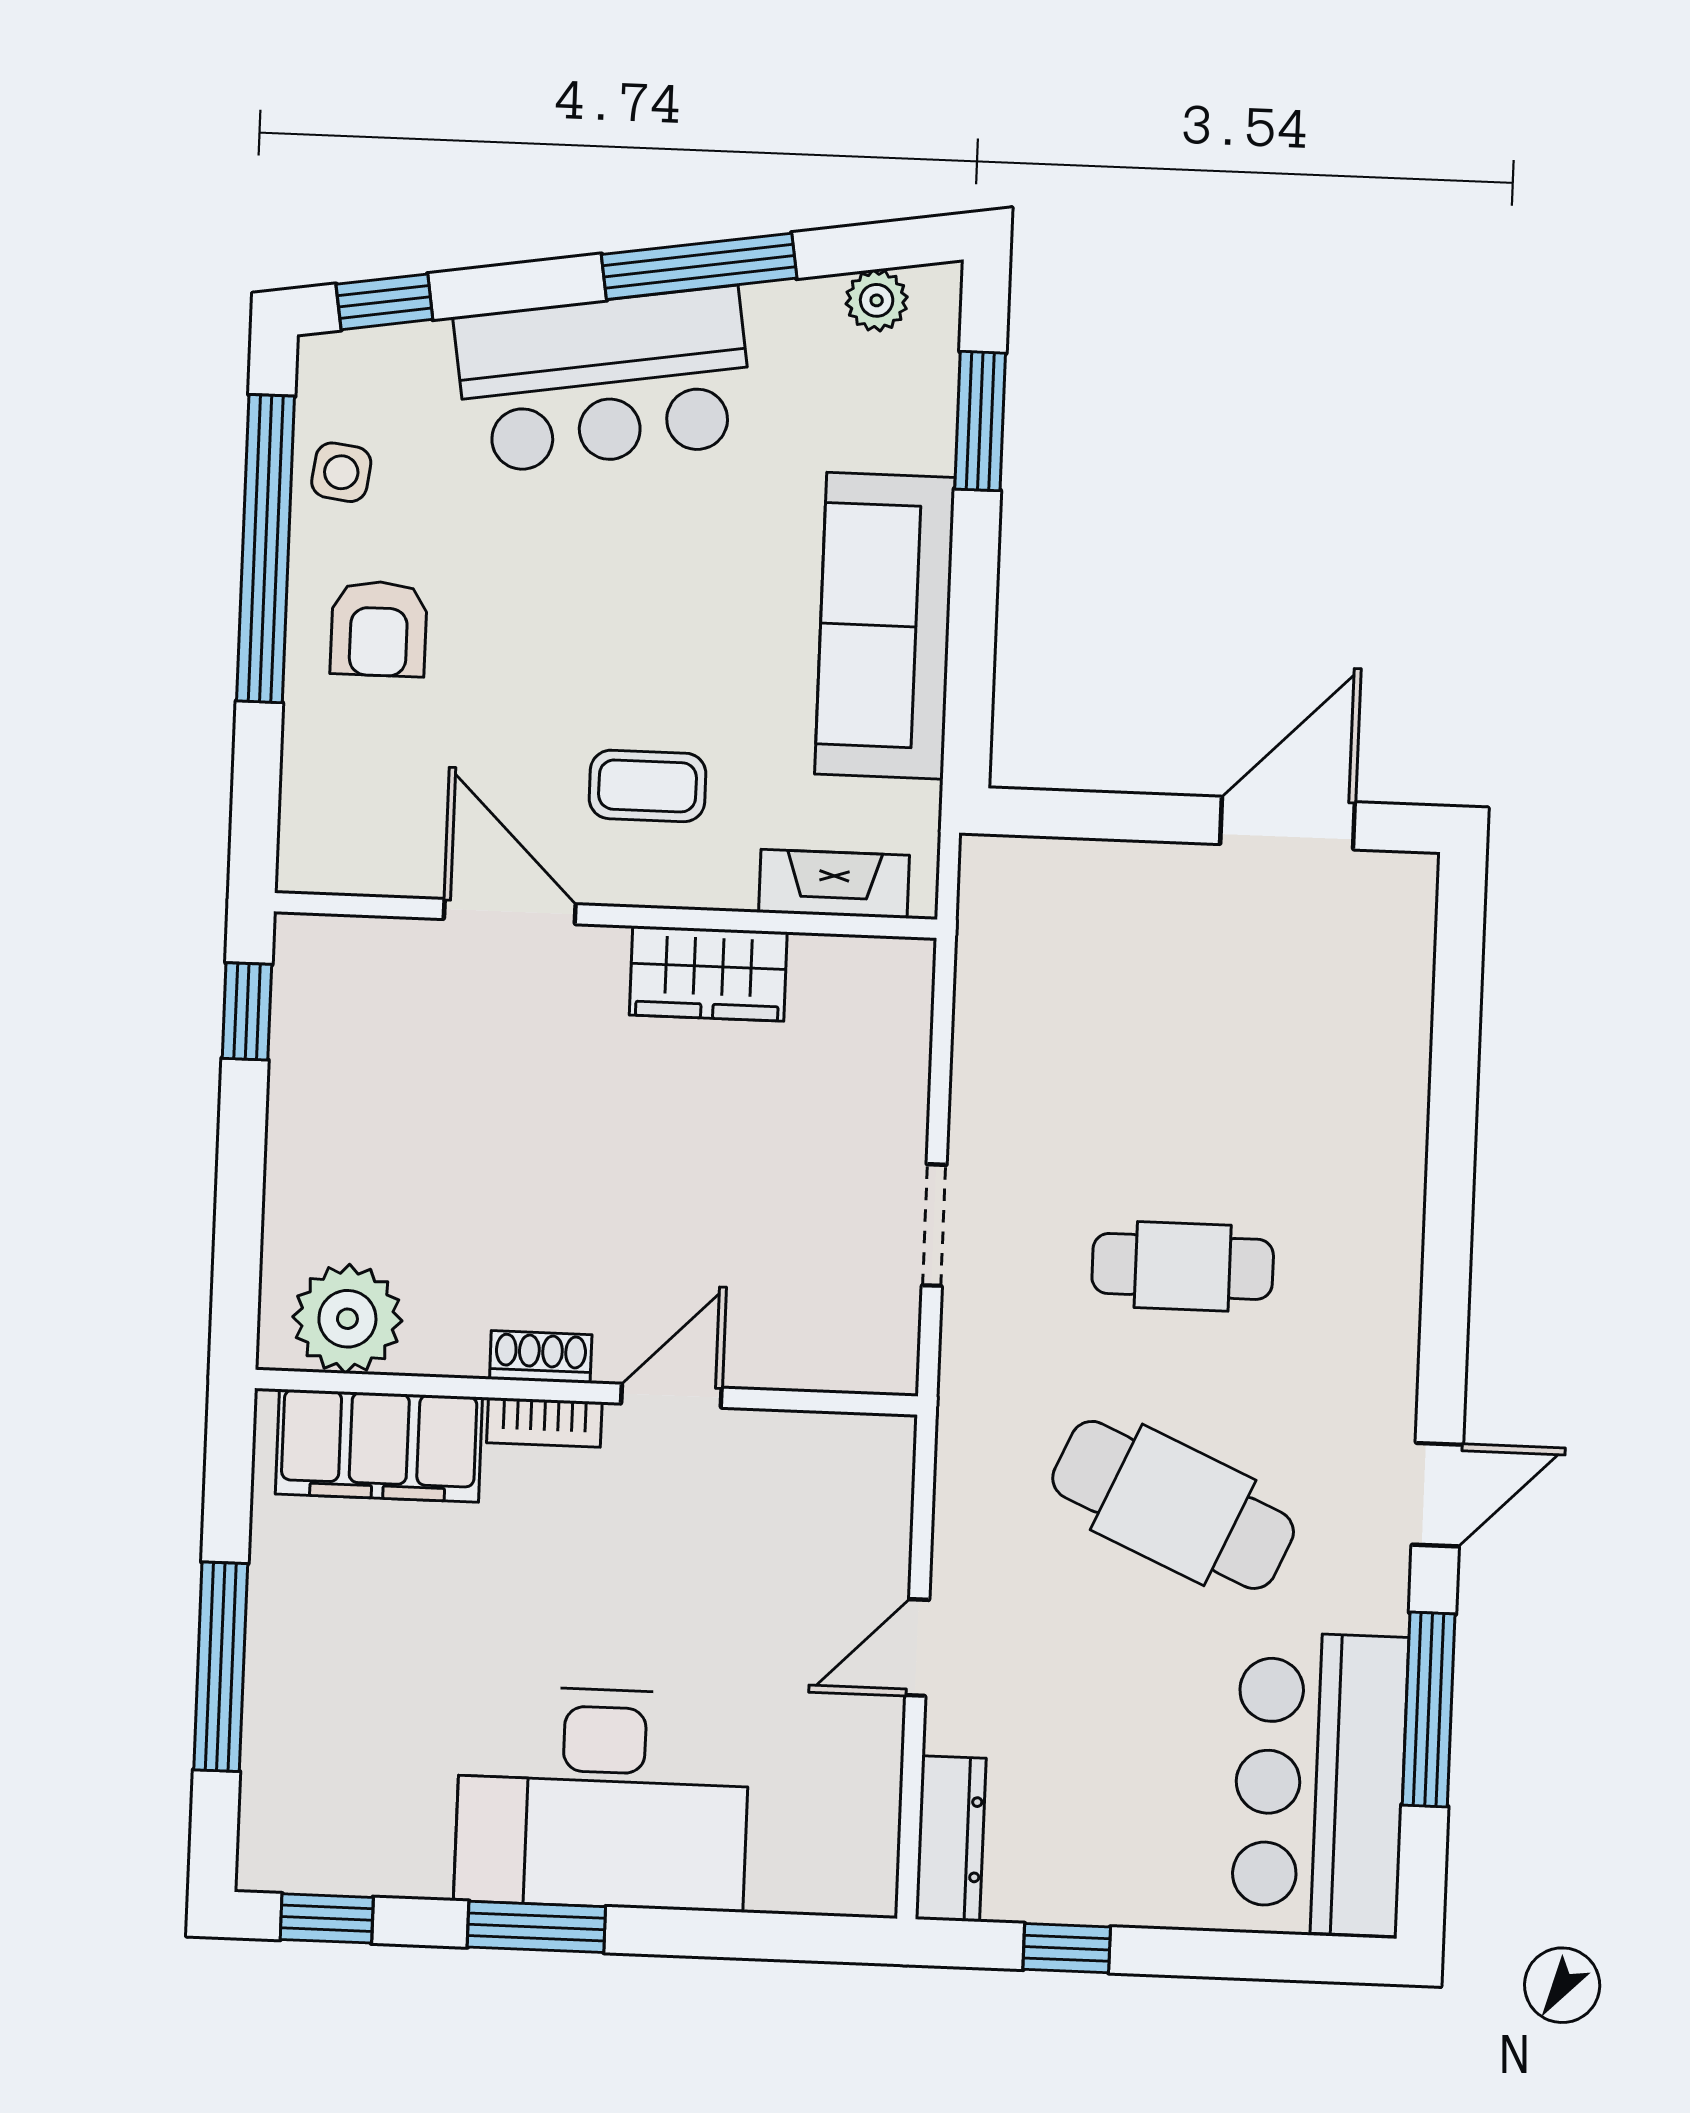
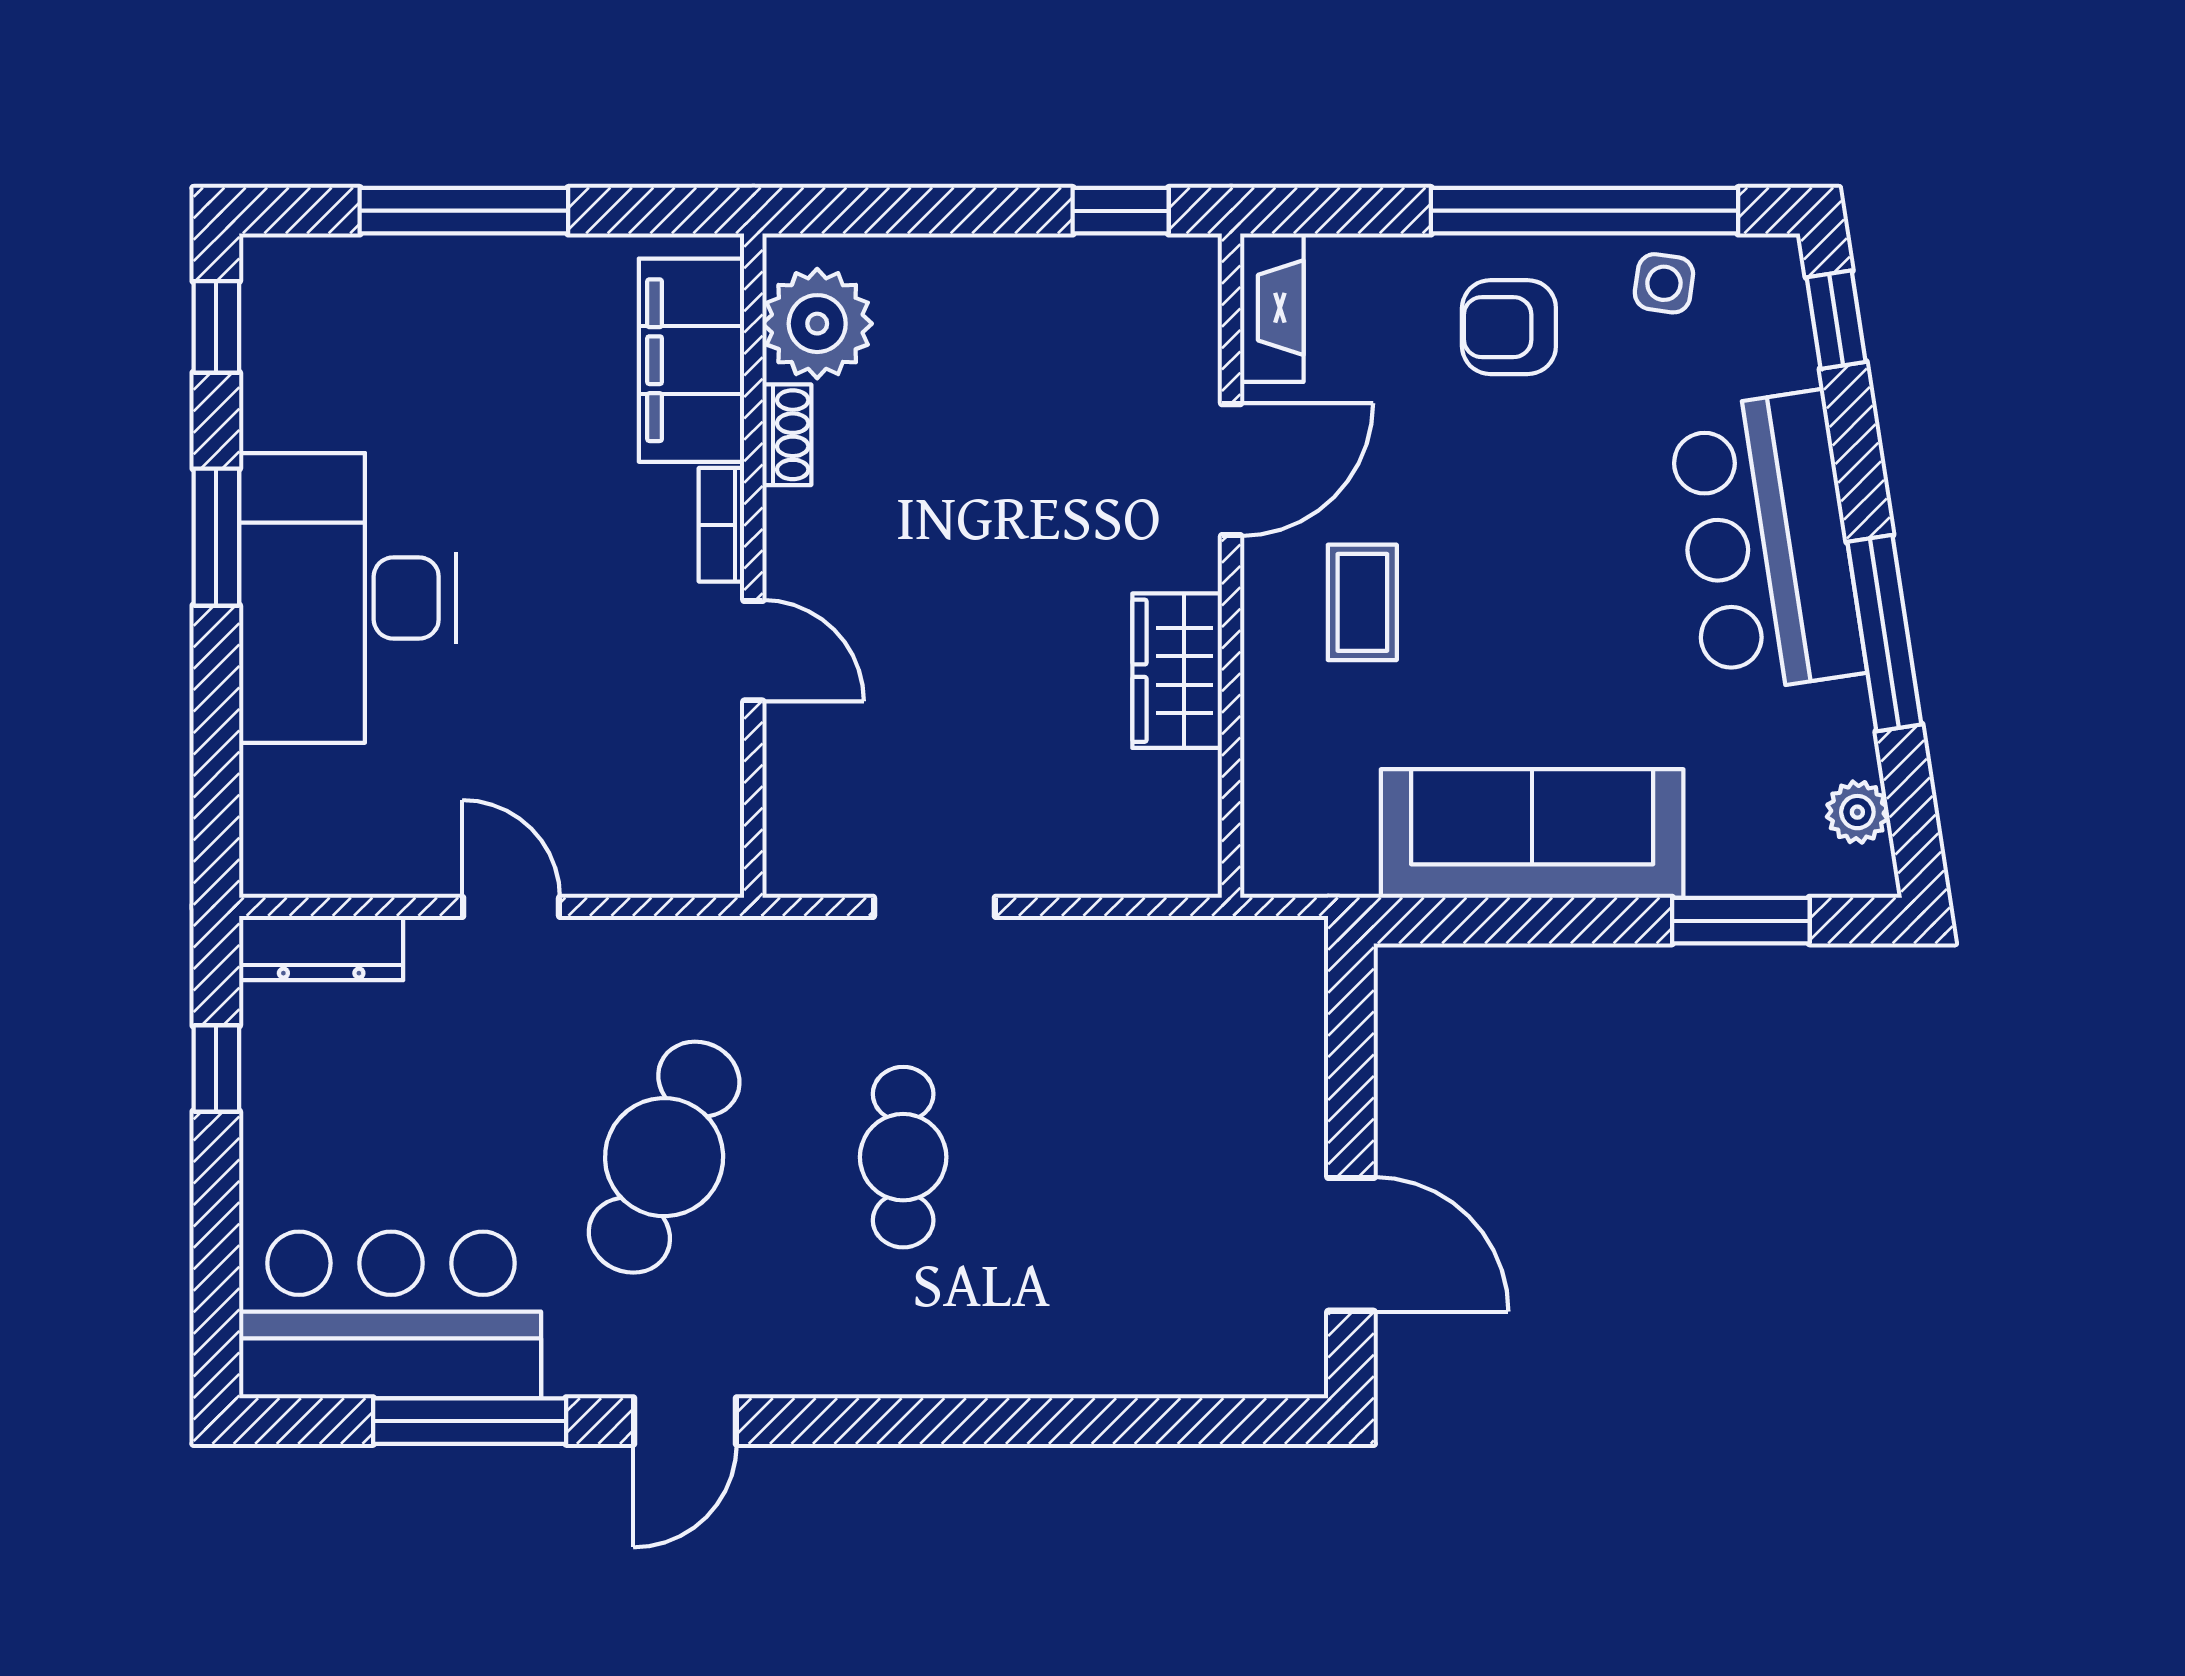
fireplace: (834, 884) -> (1272, 308), moved
shoe rack: (541, 1357) -> (787, 435), moved
door: (1437, 1495) -> (685, 1421), hinge flipped

